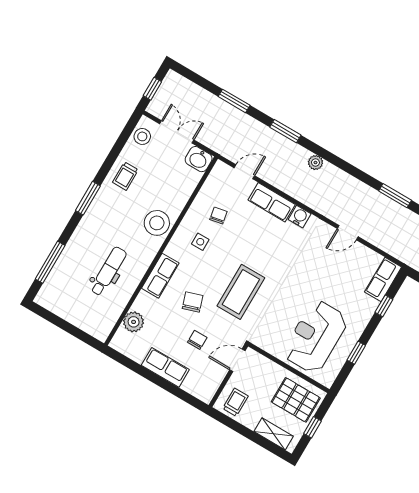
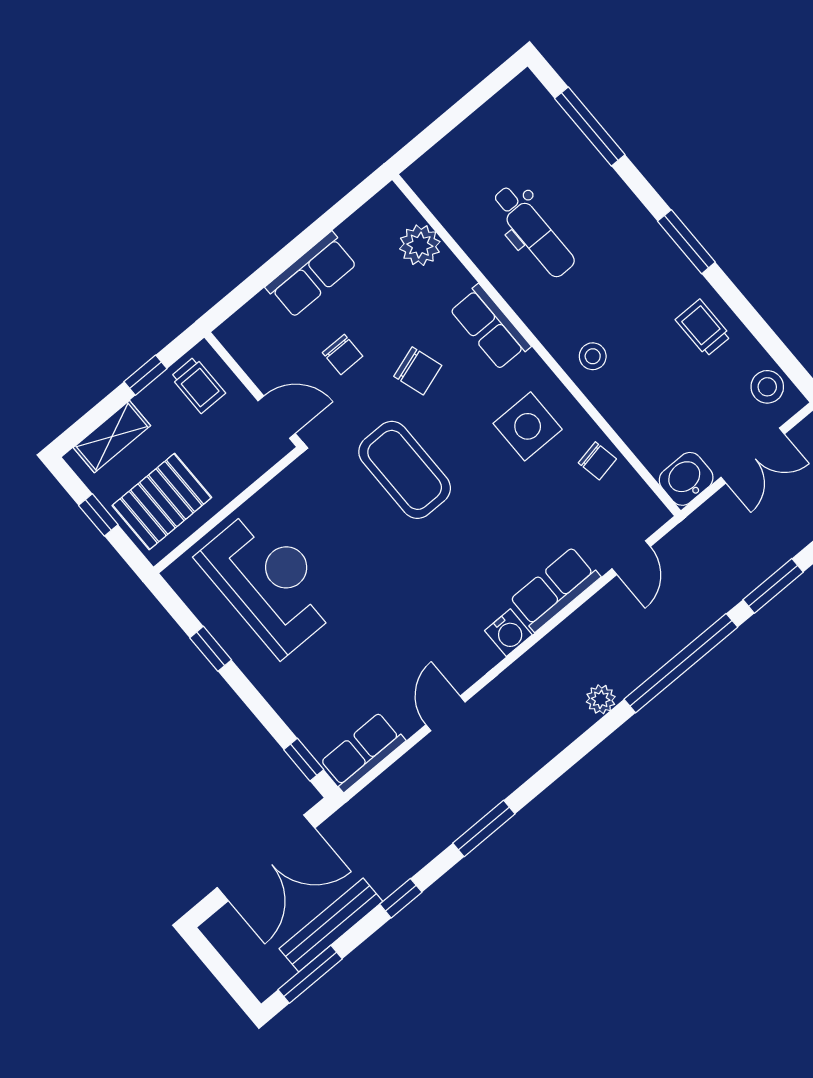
window: (285, 131) -> (681, 663), width x2.11
chair: (218, 215) -> (597, 461), moved
stool: (157, 223) -> (593, 356), width x0.53, depth x0.53
side table: (200, 242) -> (528, 426), width x1.87, depth x1.87
row of seats: (383, 279) -> (362, 752), moved, turned -90
window: (384, 306) -> (304, 760), moved
door: (237, 360) -> (277, 417), hinge flipped
window: (239, 428) -> (145, 375), added

